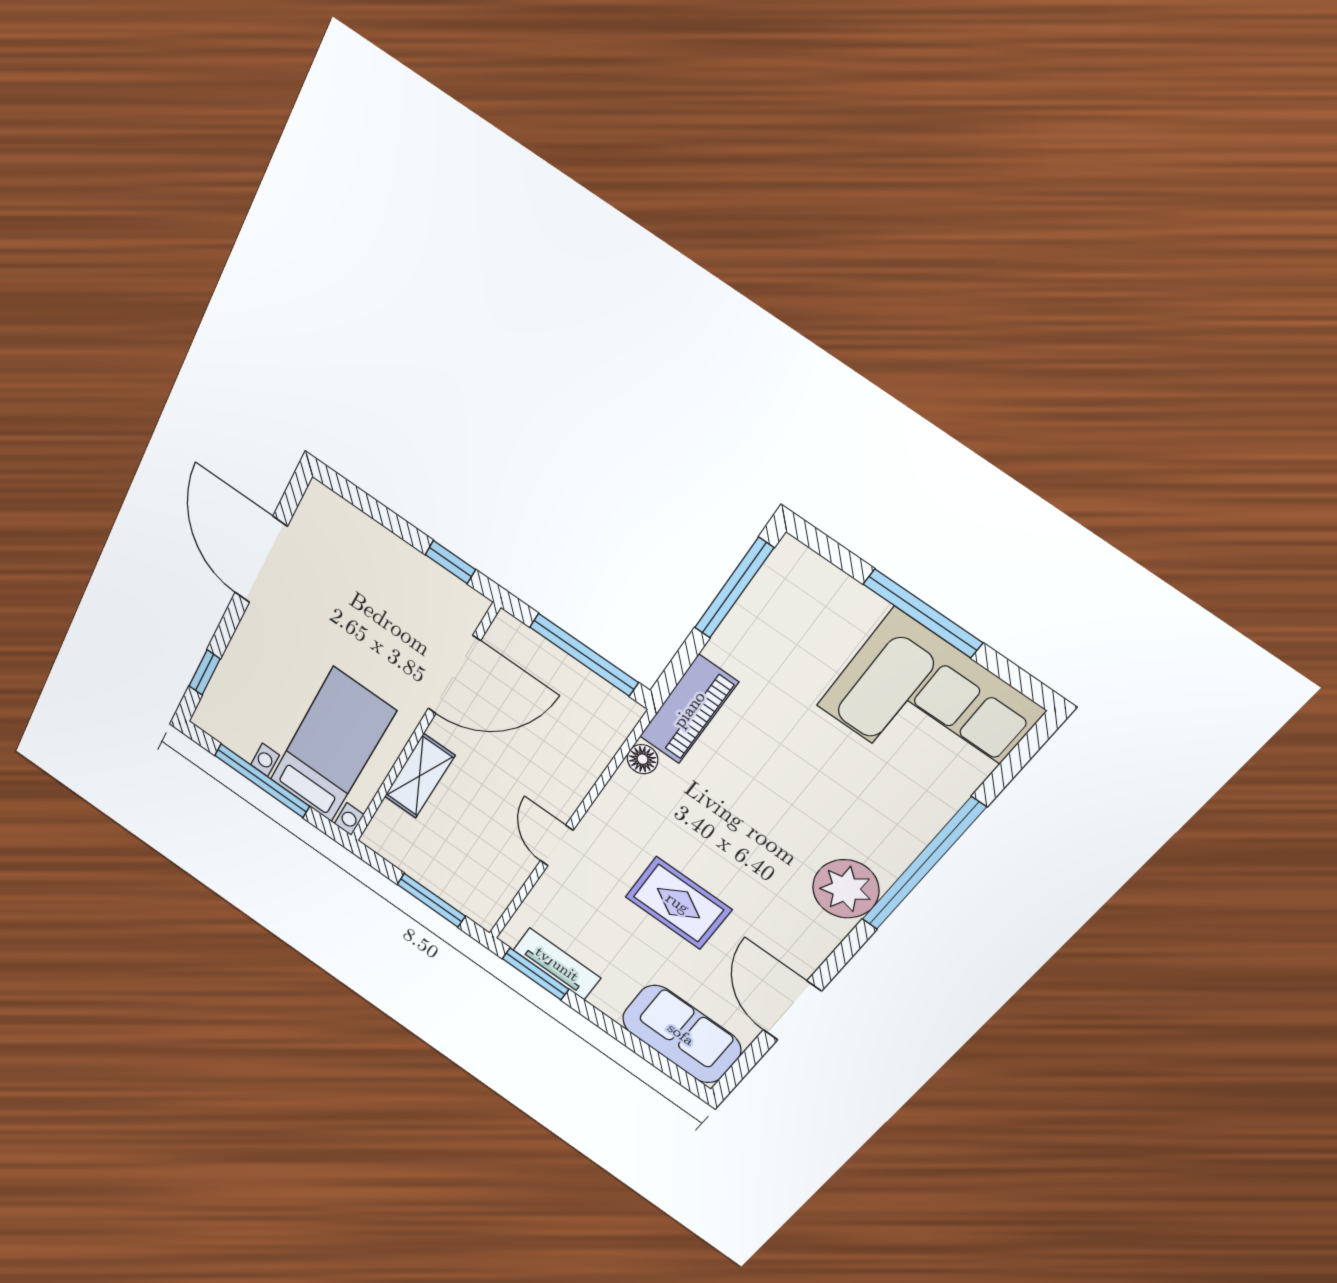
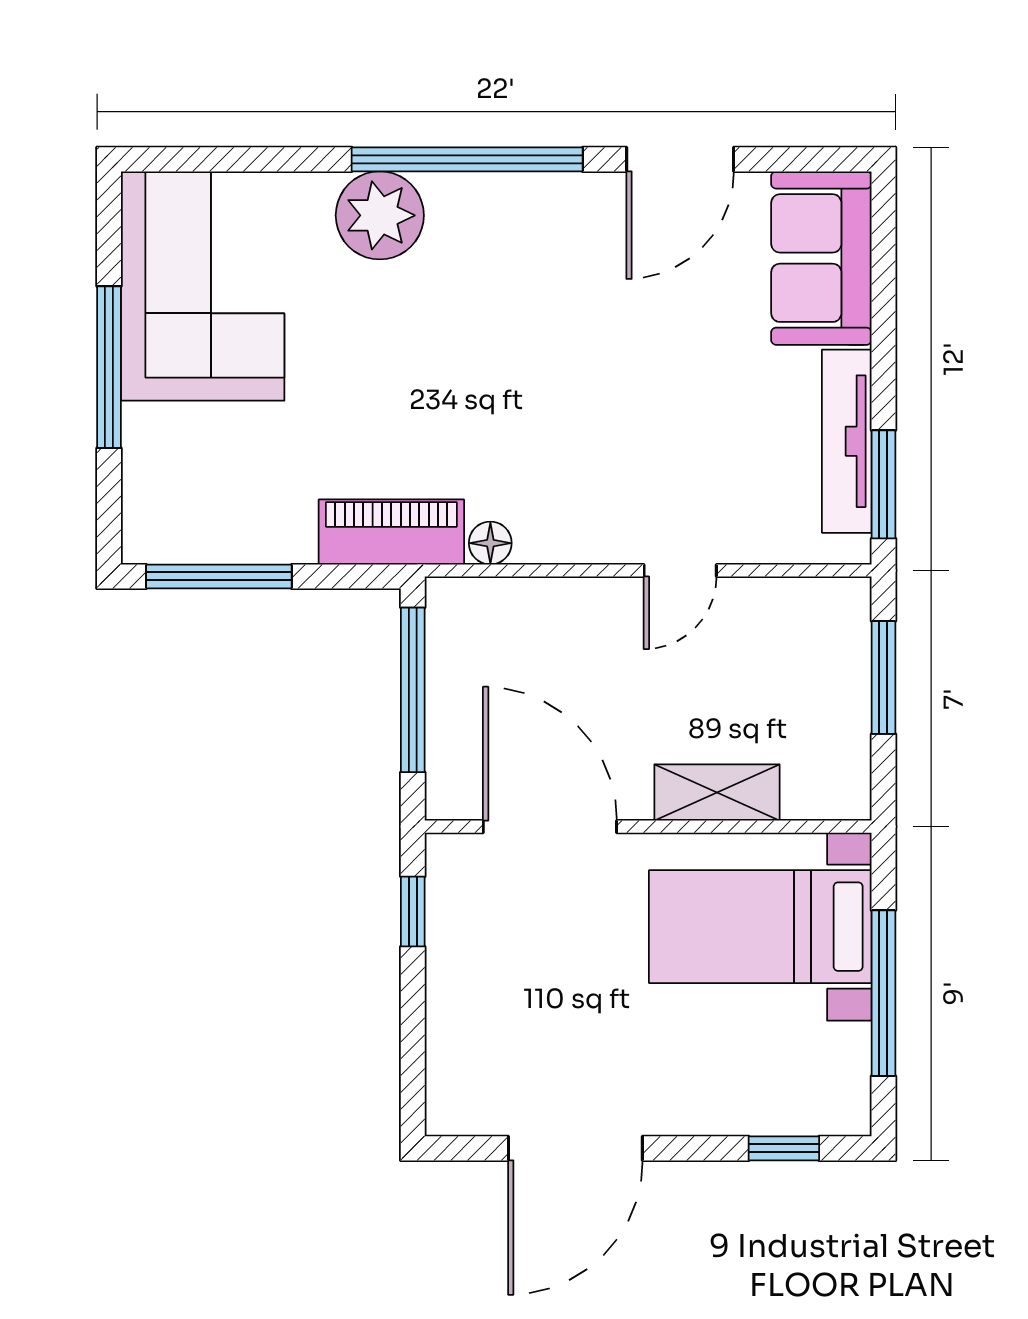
window: (923, 864) -> (467, 159), moved
plant: (846, 889) -> (380, 215), moved
rug: (678, 903) -> (643, 382), removed
tv unit: (557, 964) -> (847, 441), width x1.41

